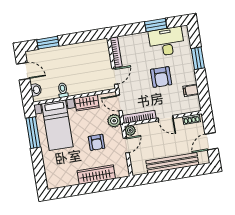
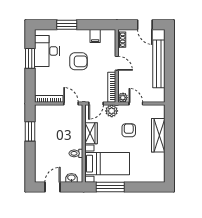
window: (48, 43) -> (30, 131), moved
door: (166, 118) -> (117, 63), hinge flipped
armchair: (97, 142) -> (129, 130), turned -90

